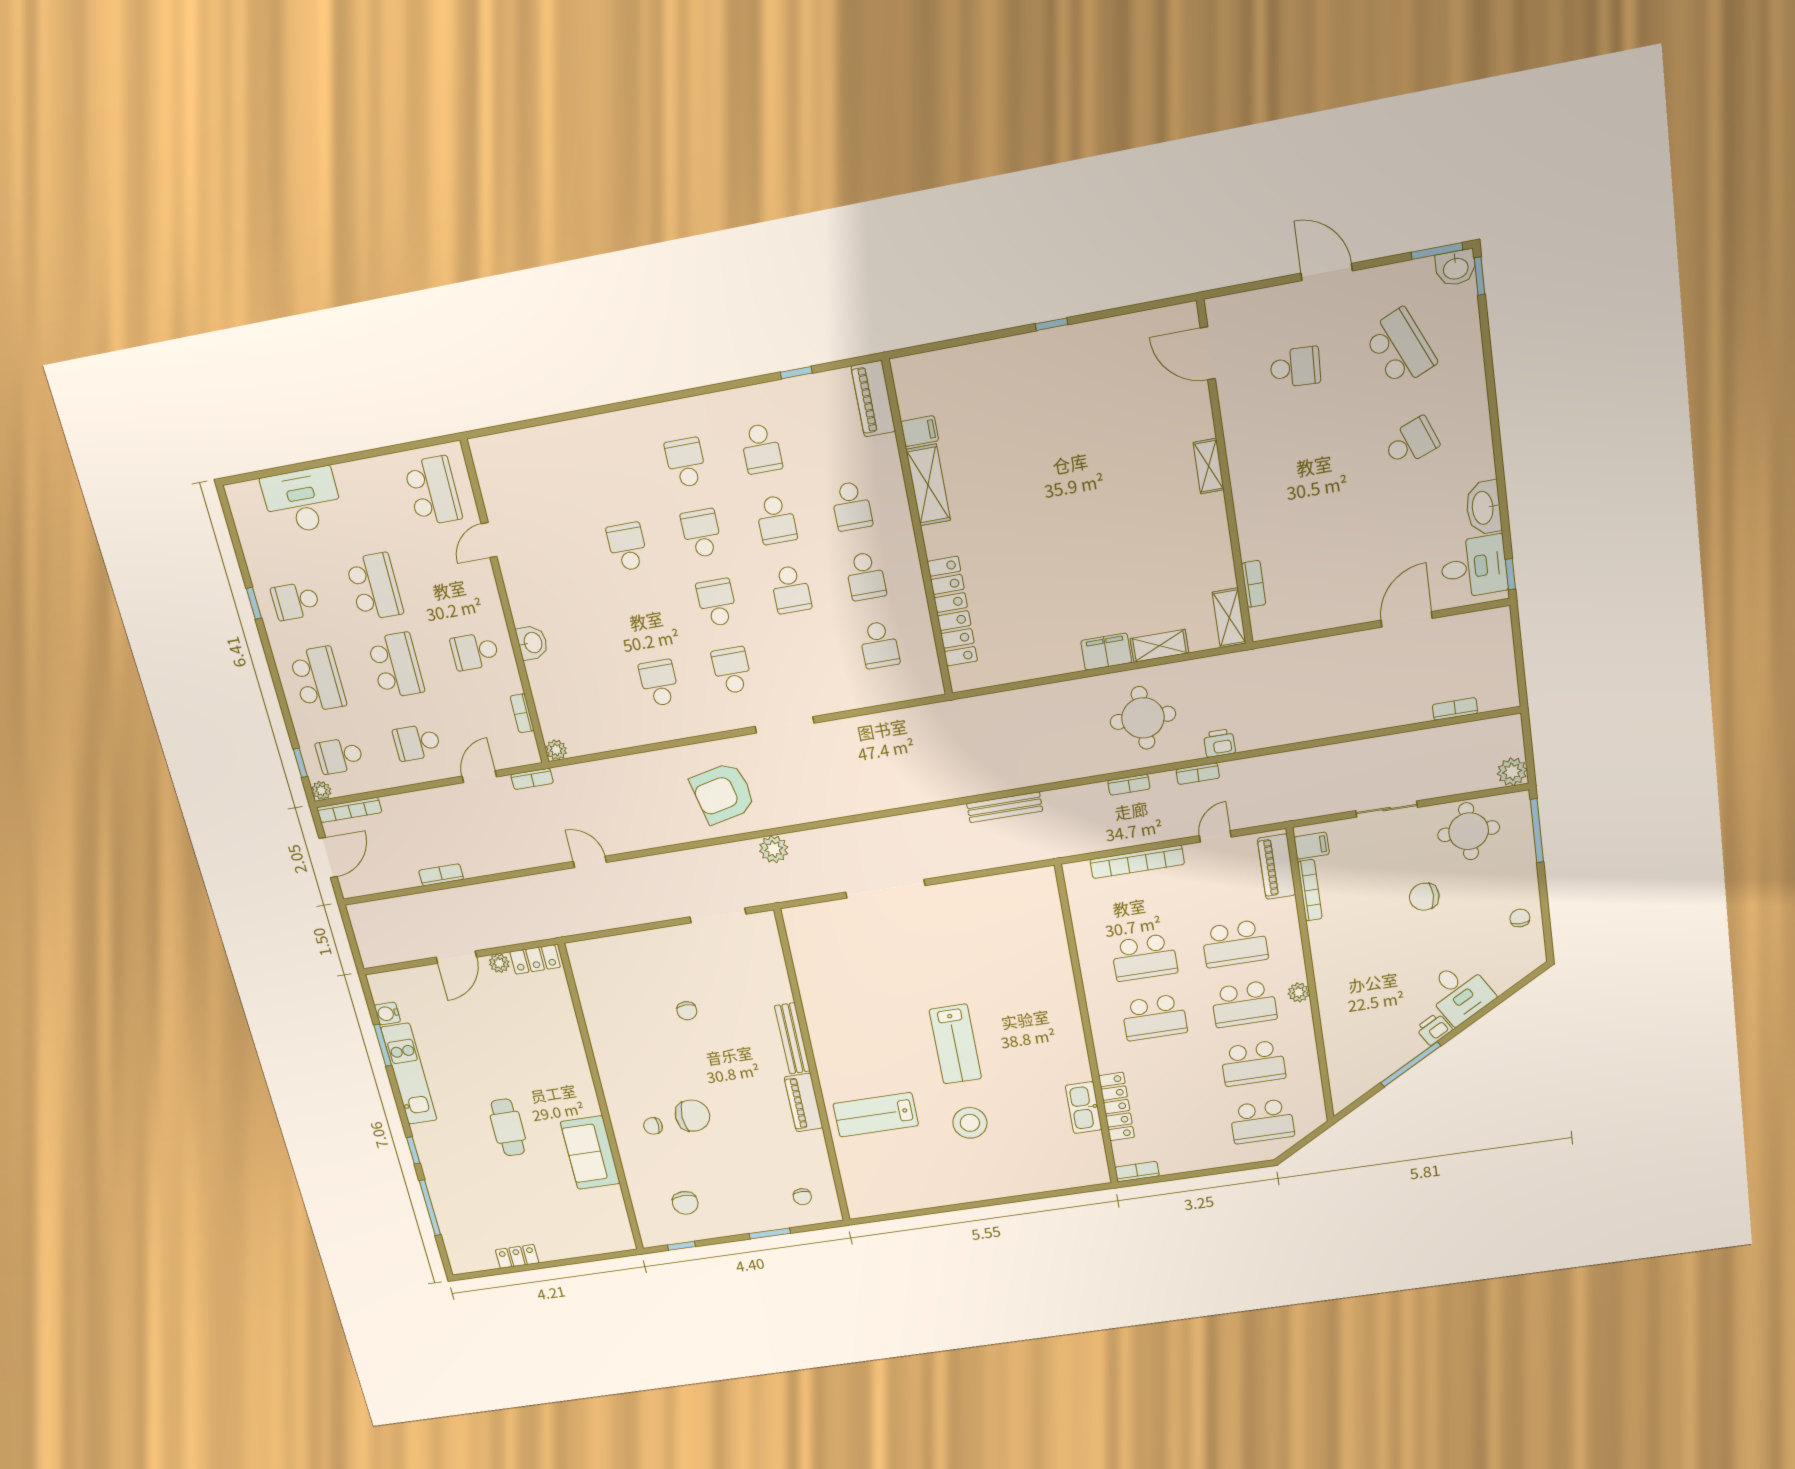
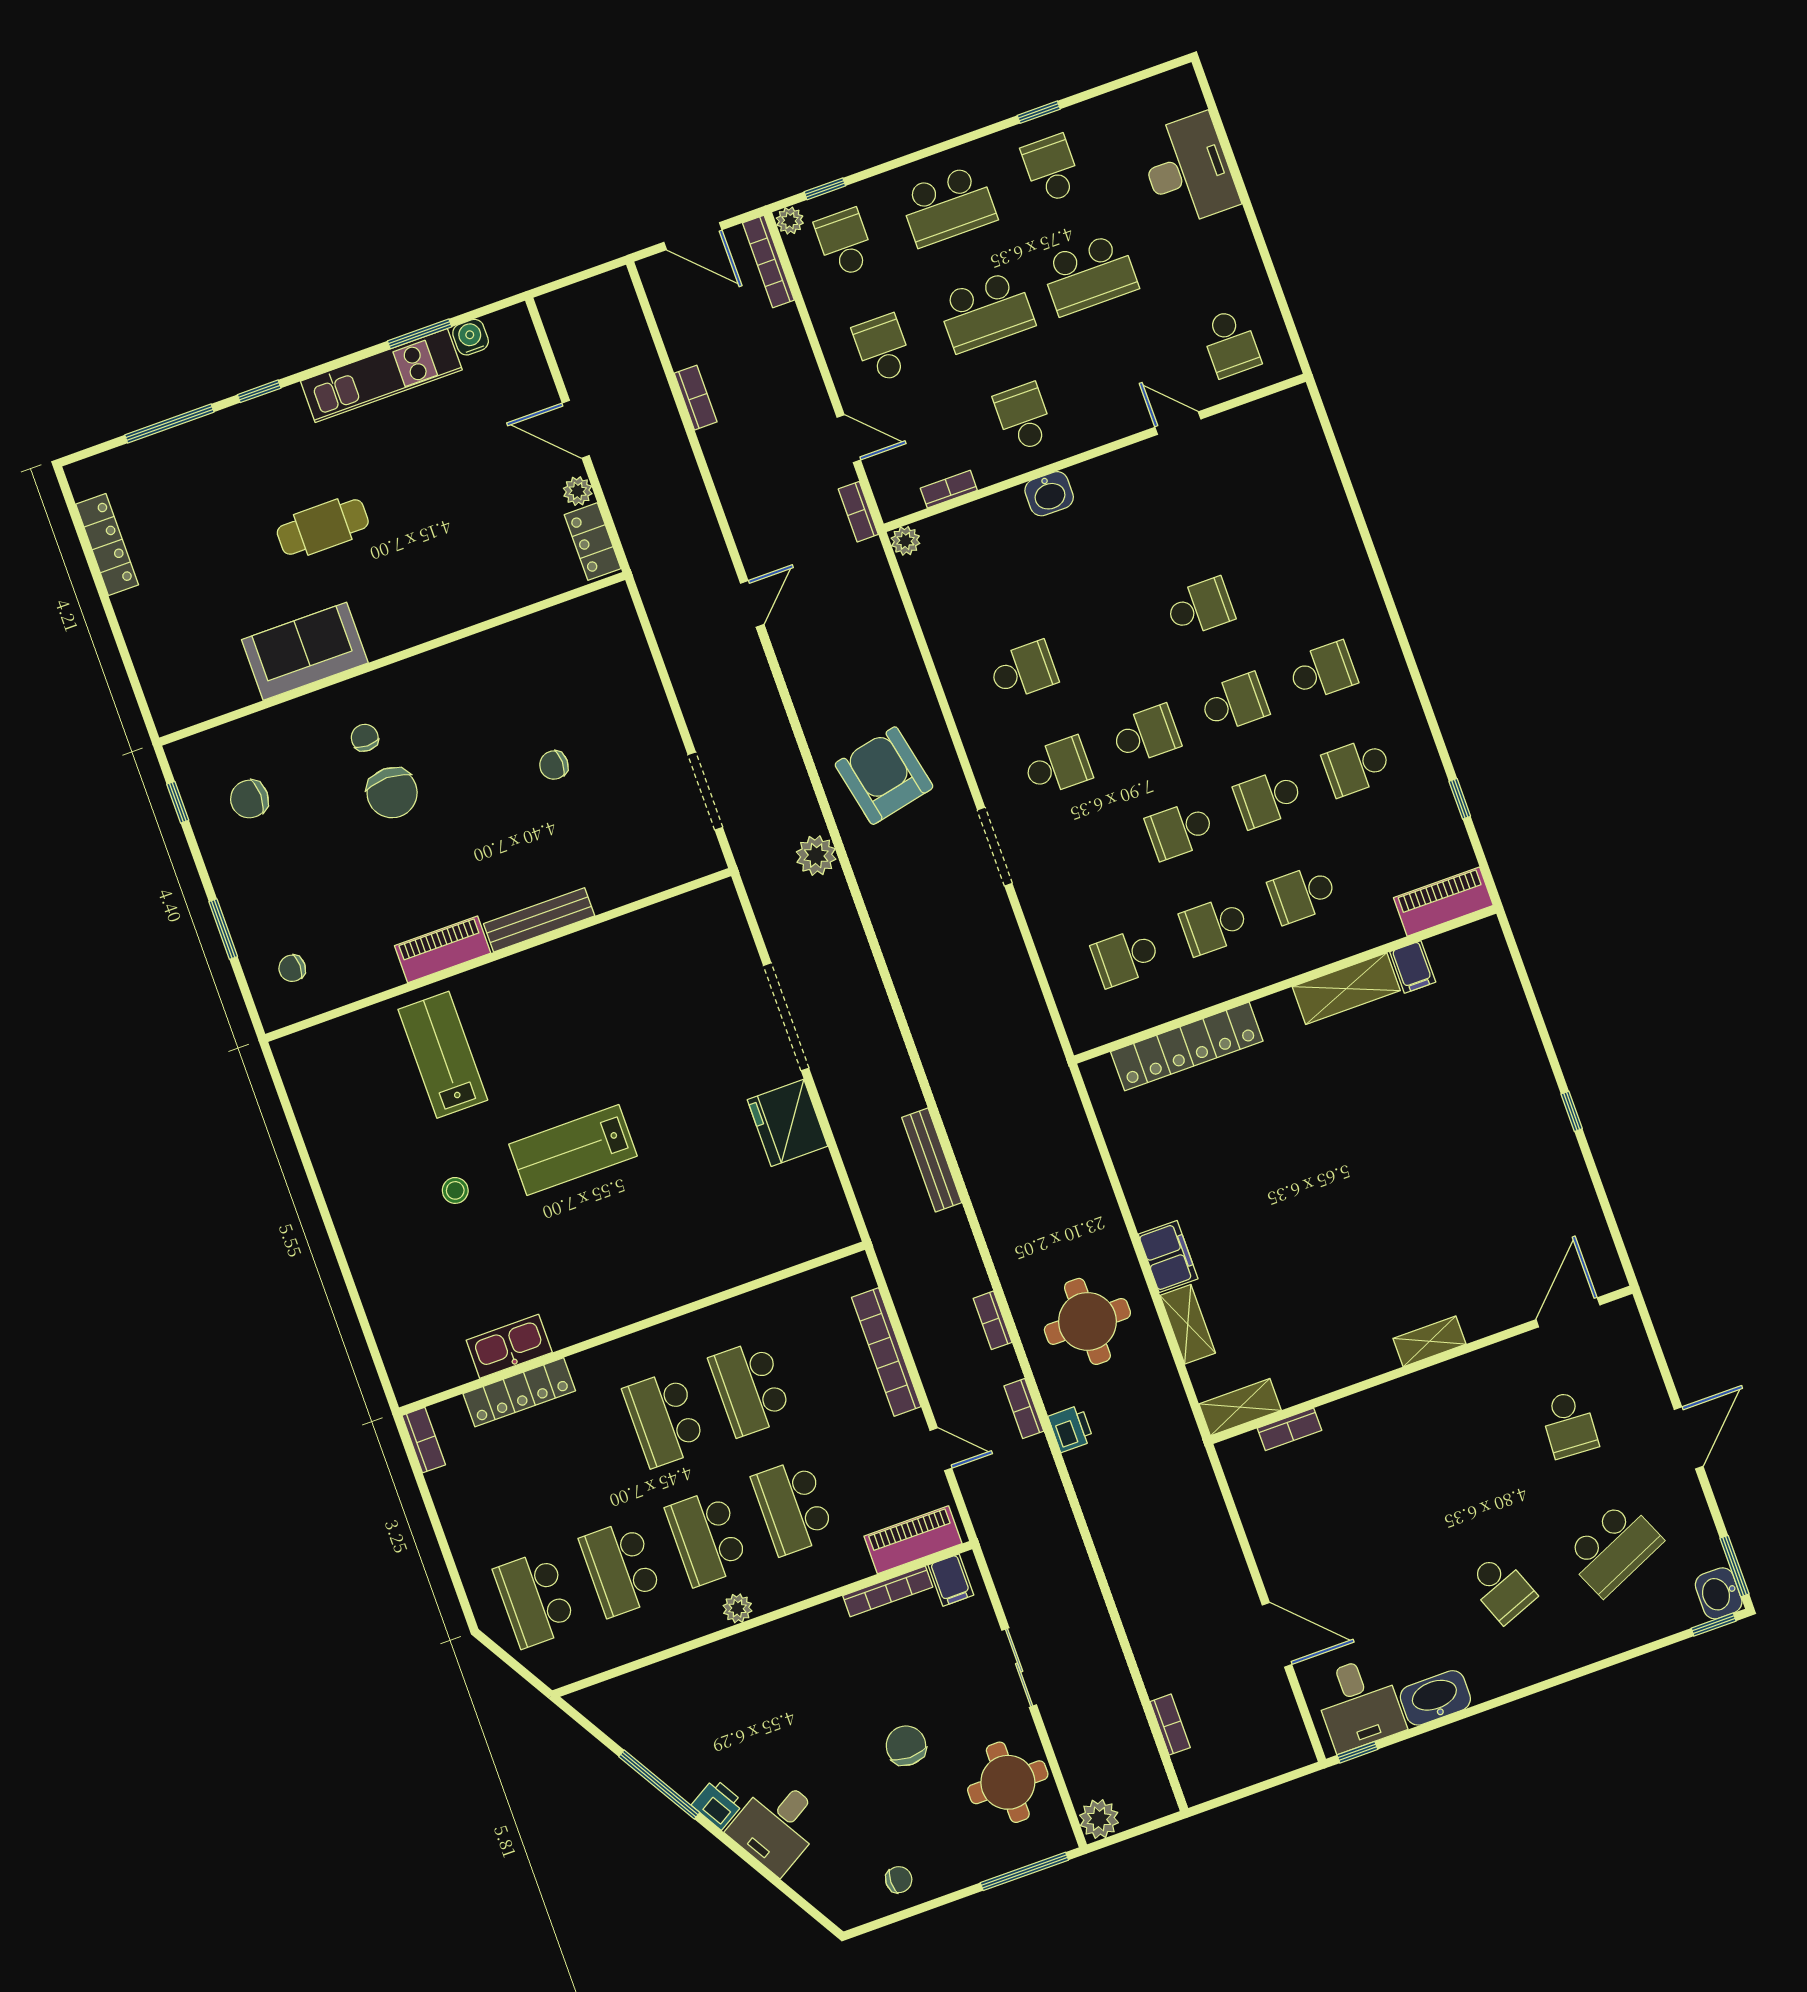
school desk: (433, 491) -> (1230, 343), width x0.54
fridge: (961, 901) -> (788, 1123), added
stool: (970, 1123) -> (455, 1190), width x0.53, depth x0.53
locker: (517, 1256) -> (107, 545), width x1.53

